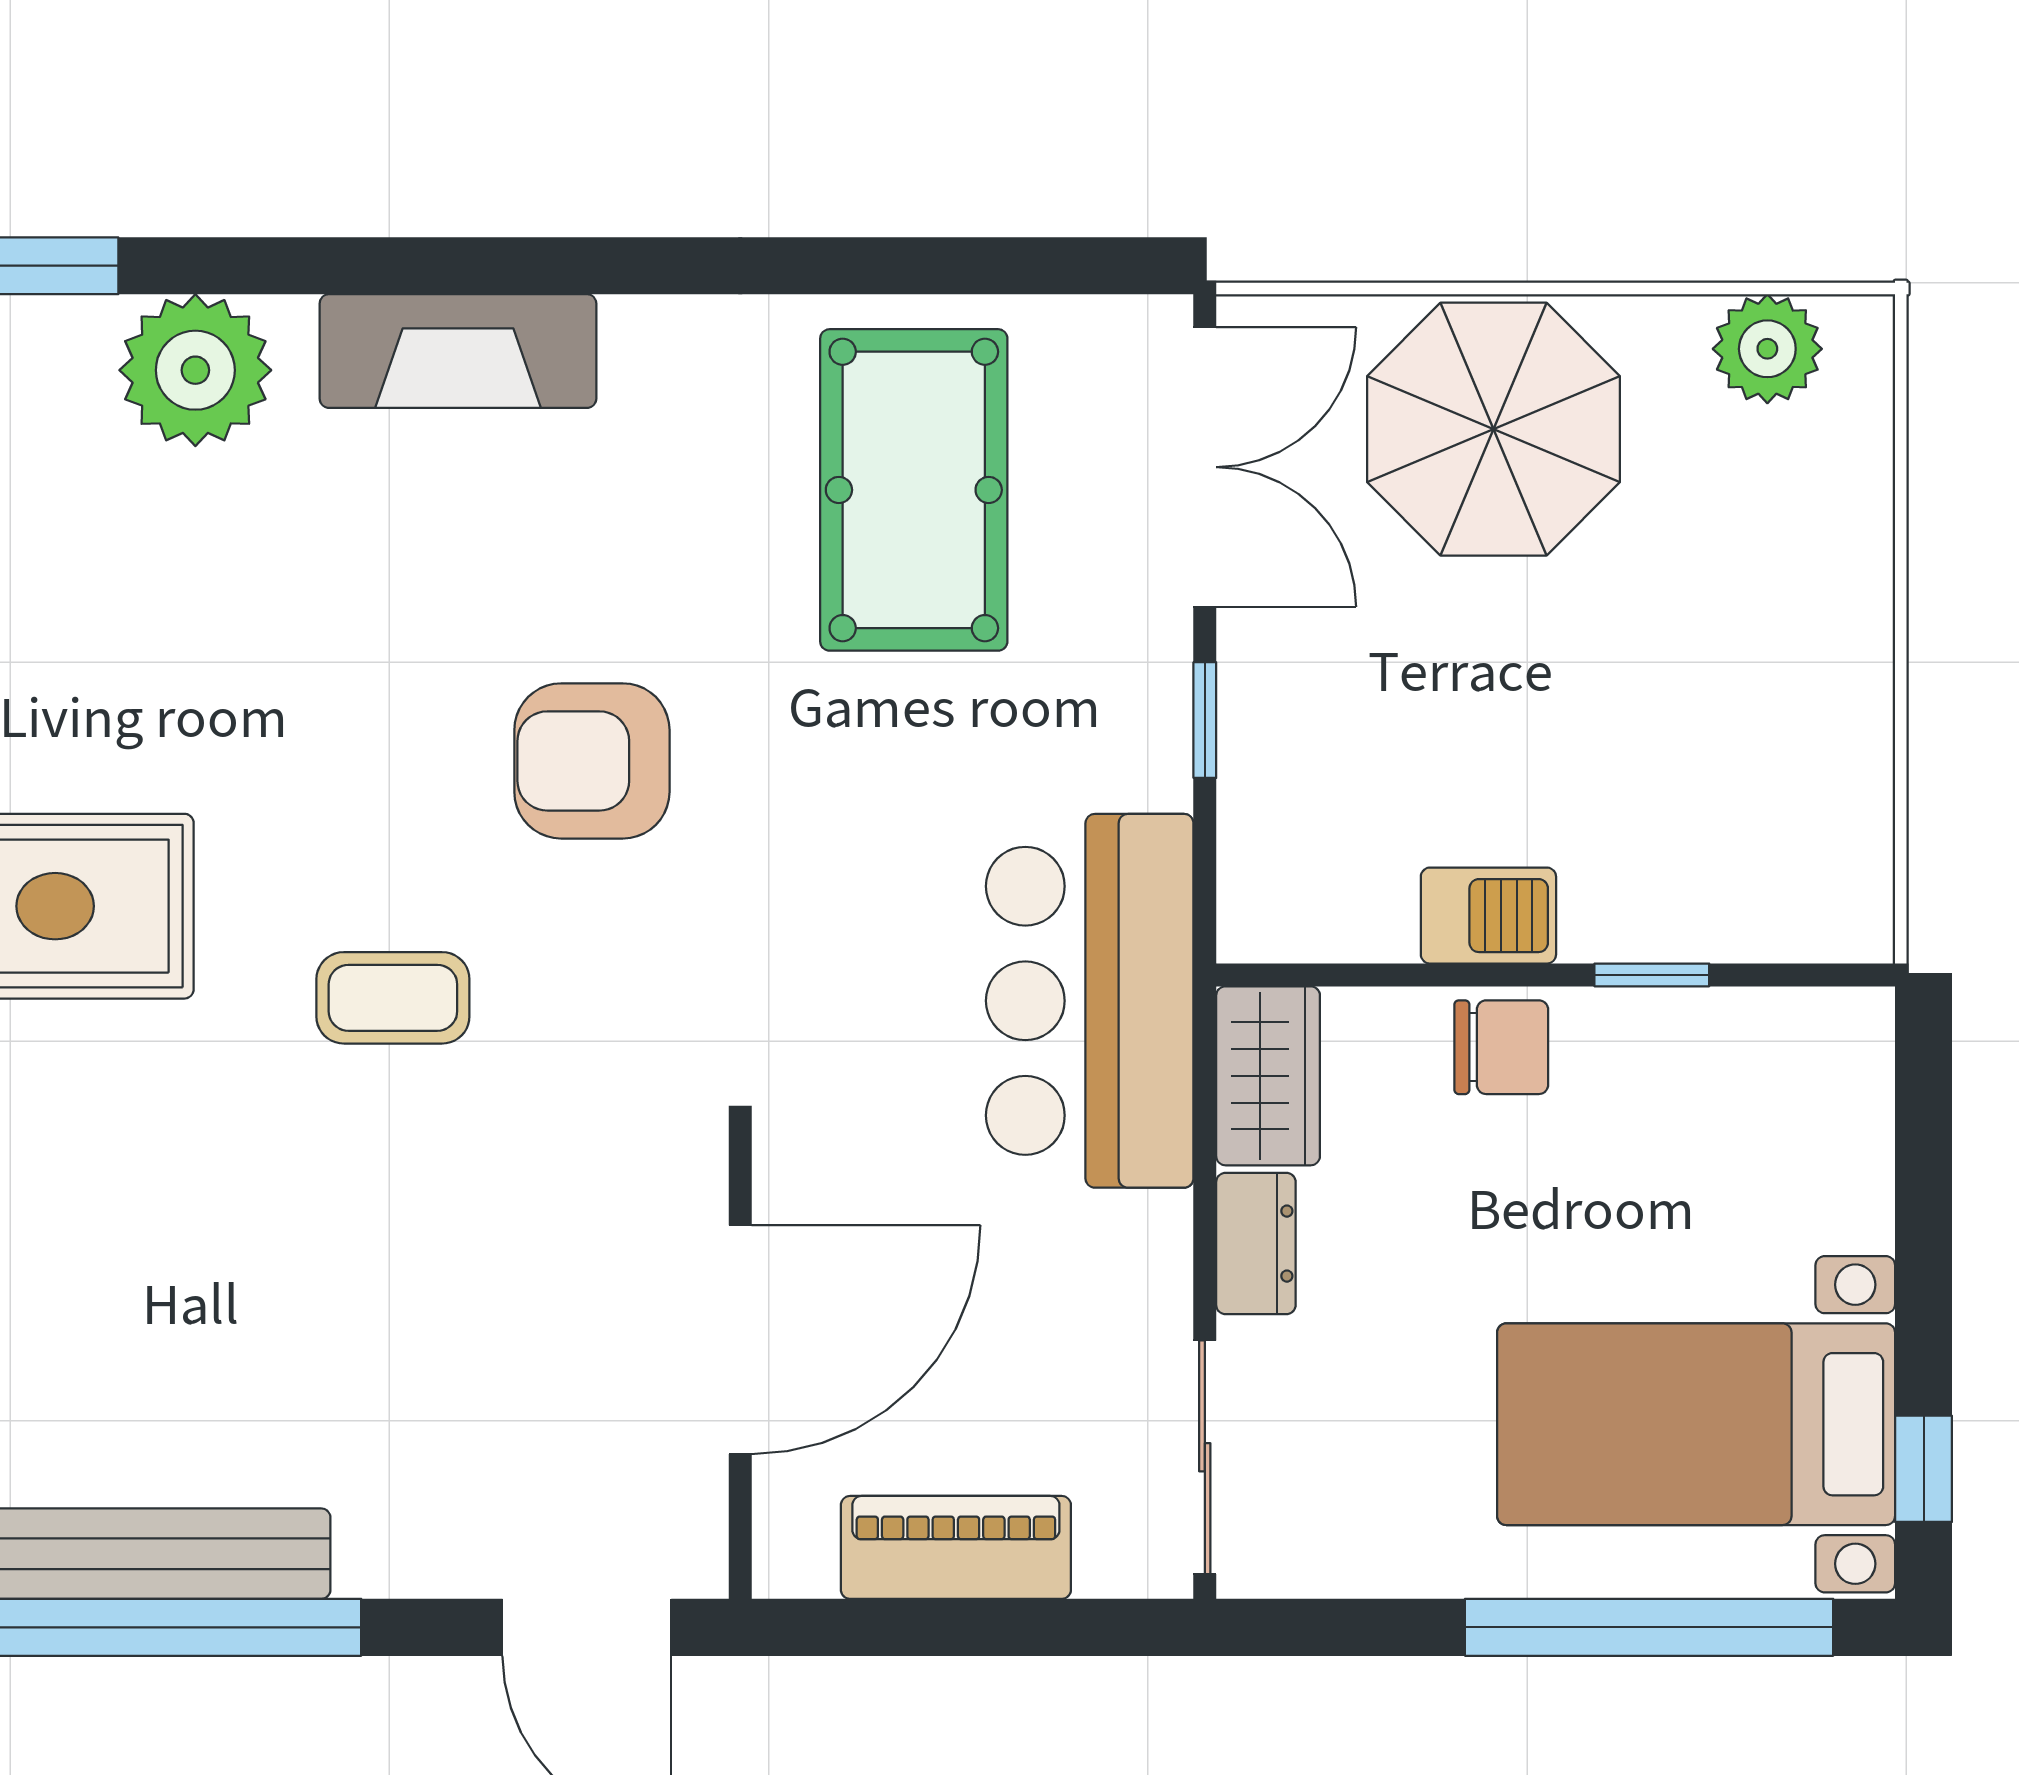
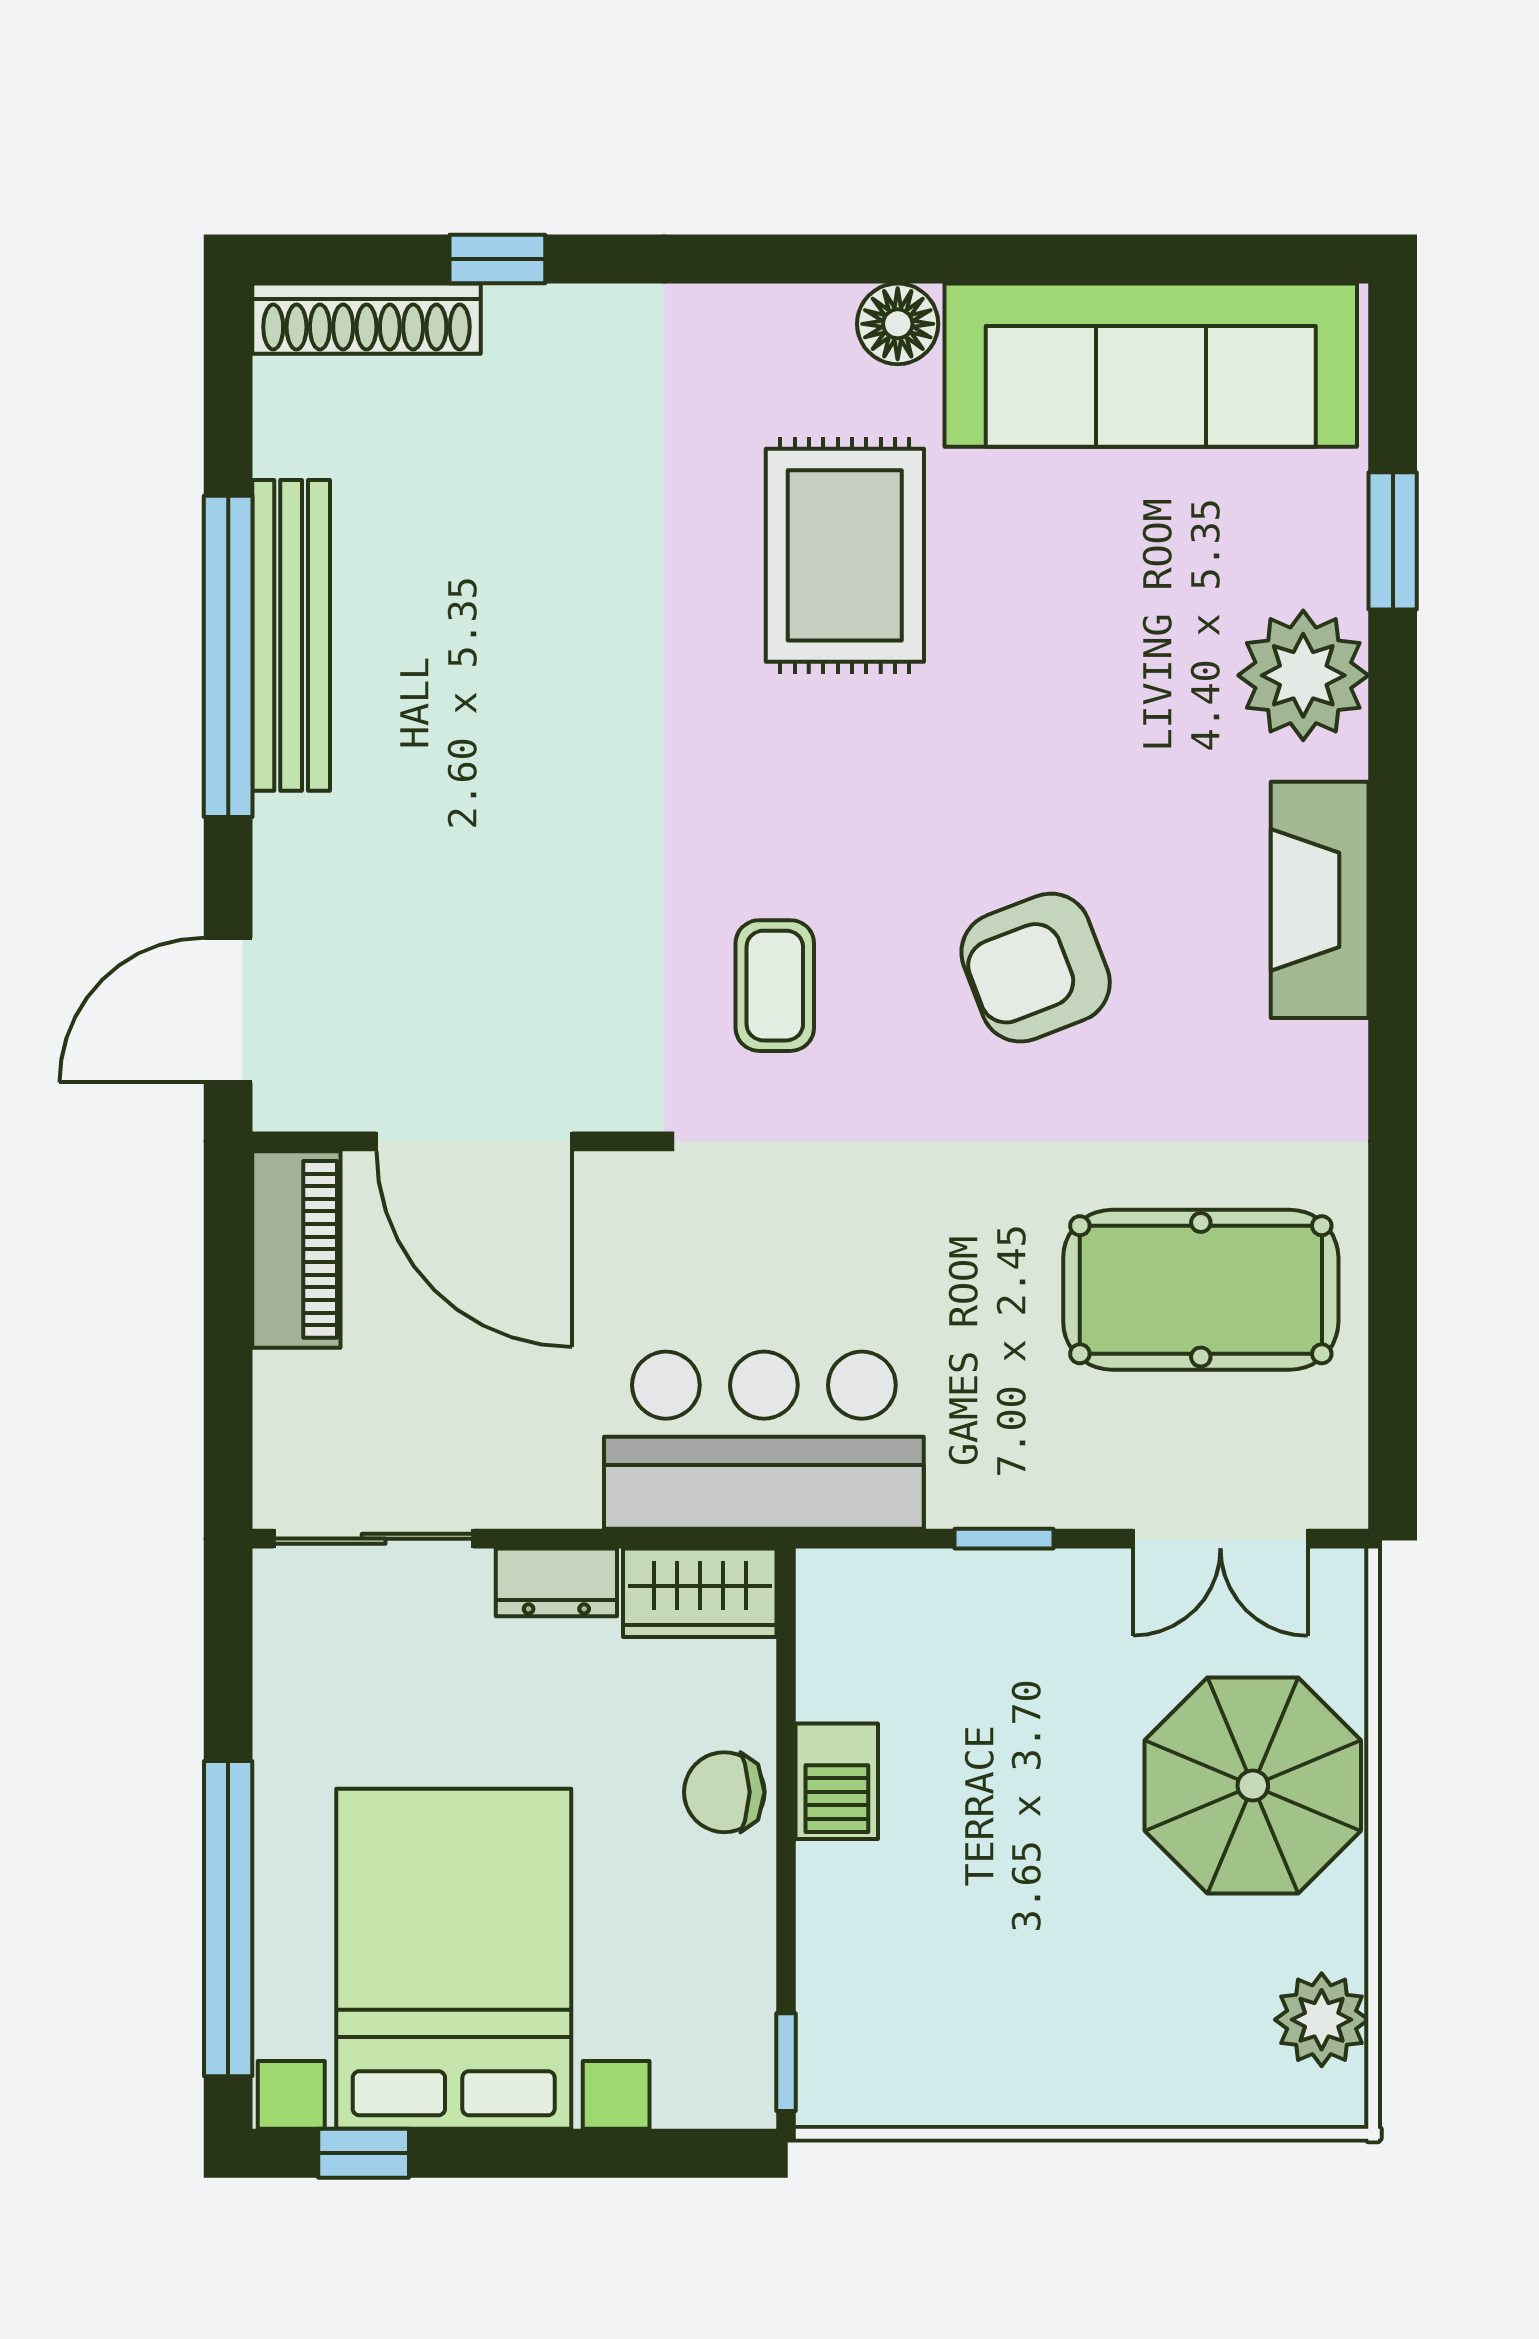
double door: (1205, 467) -> (1220, 1539), width x0.73
armchair: (592, 761) -> (1036, 968), moved, turned -111
window: (1652, 975) -> (786, 2062), moved
coffee table: (393, 998) -> (775, 986), moved
chair: (1501, 1047) -> (724, 1792), turned 90
bed with nightstands: (1696, 1424) -> (454, 1959), width x1.36
piano: (956, 1547) -> (296, 1249), moved

